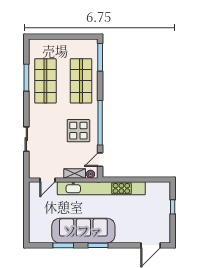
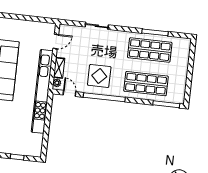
door: (47, 180) -> (56, 41), swing flipped

